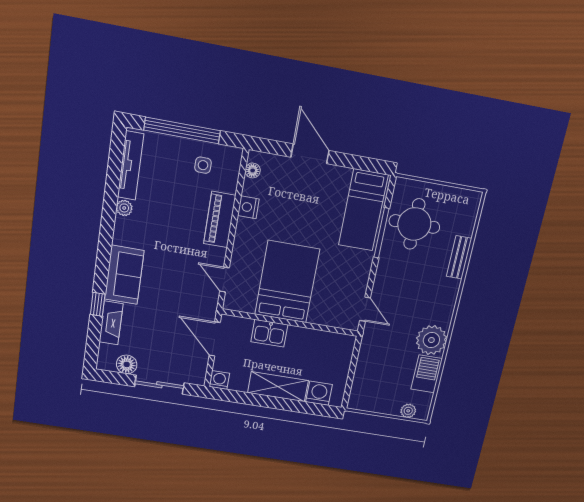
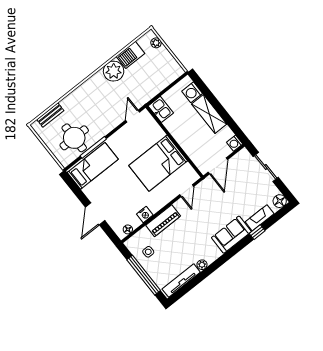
bench: (459, 257) -> (50, 115), moved
kitchen sink: (269, 333) -> (161, 109), moved
floor lamp: (127, 364) -> (280, 201), moved

